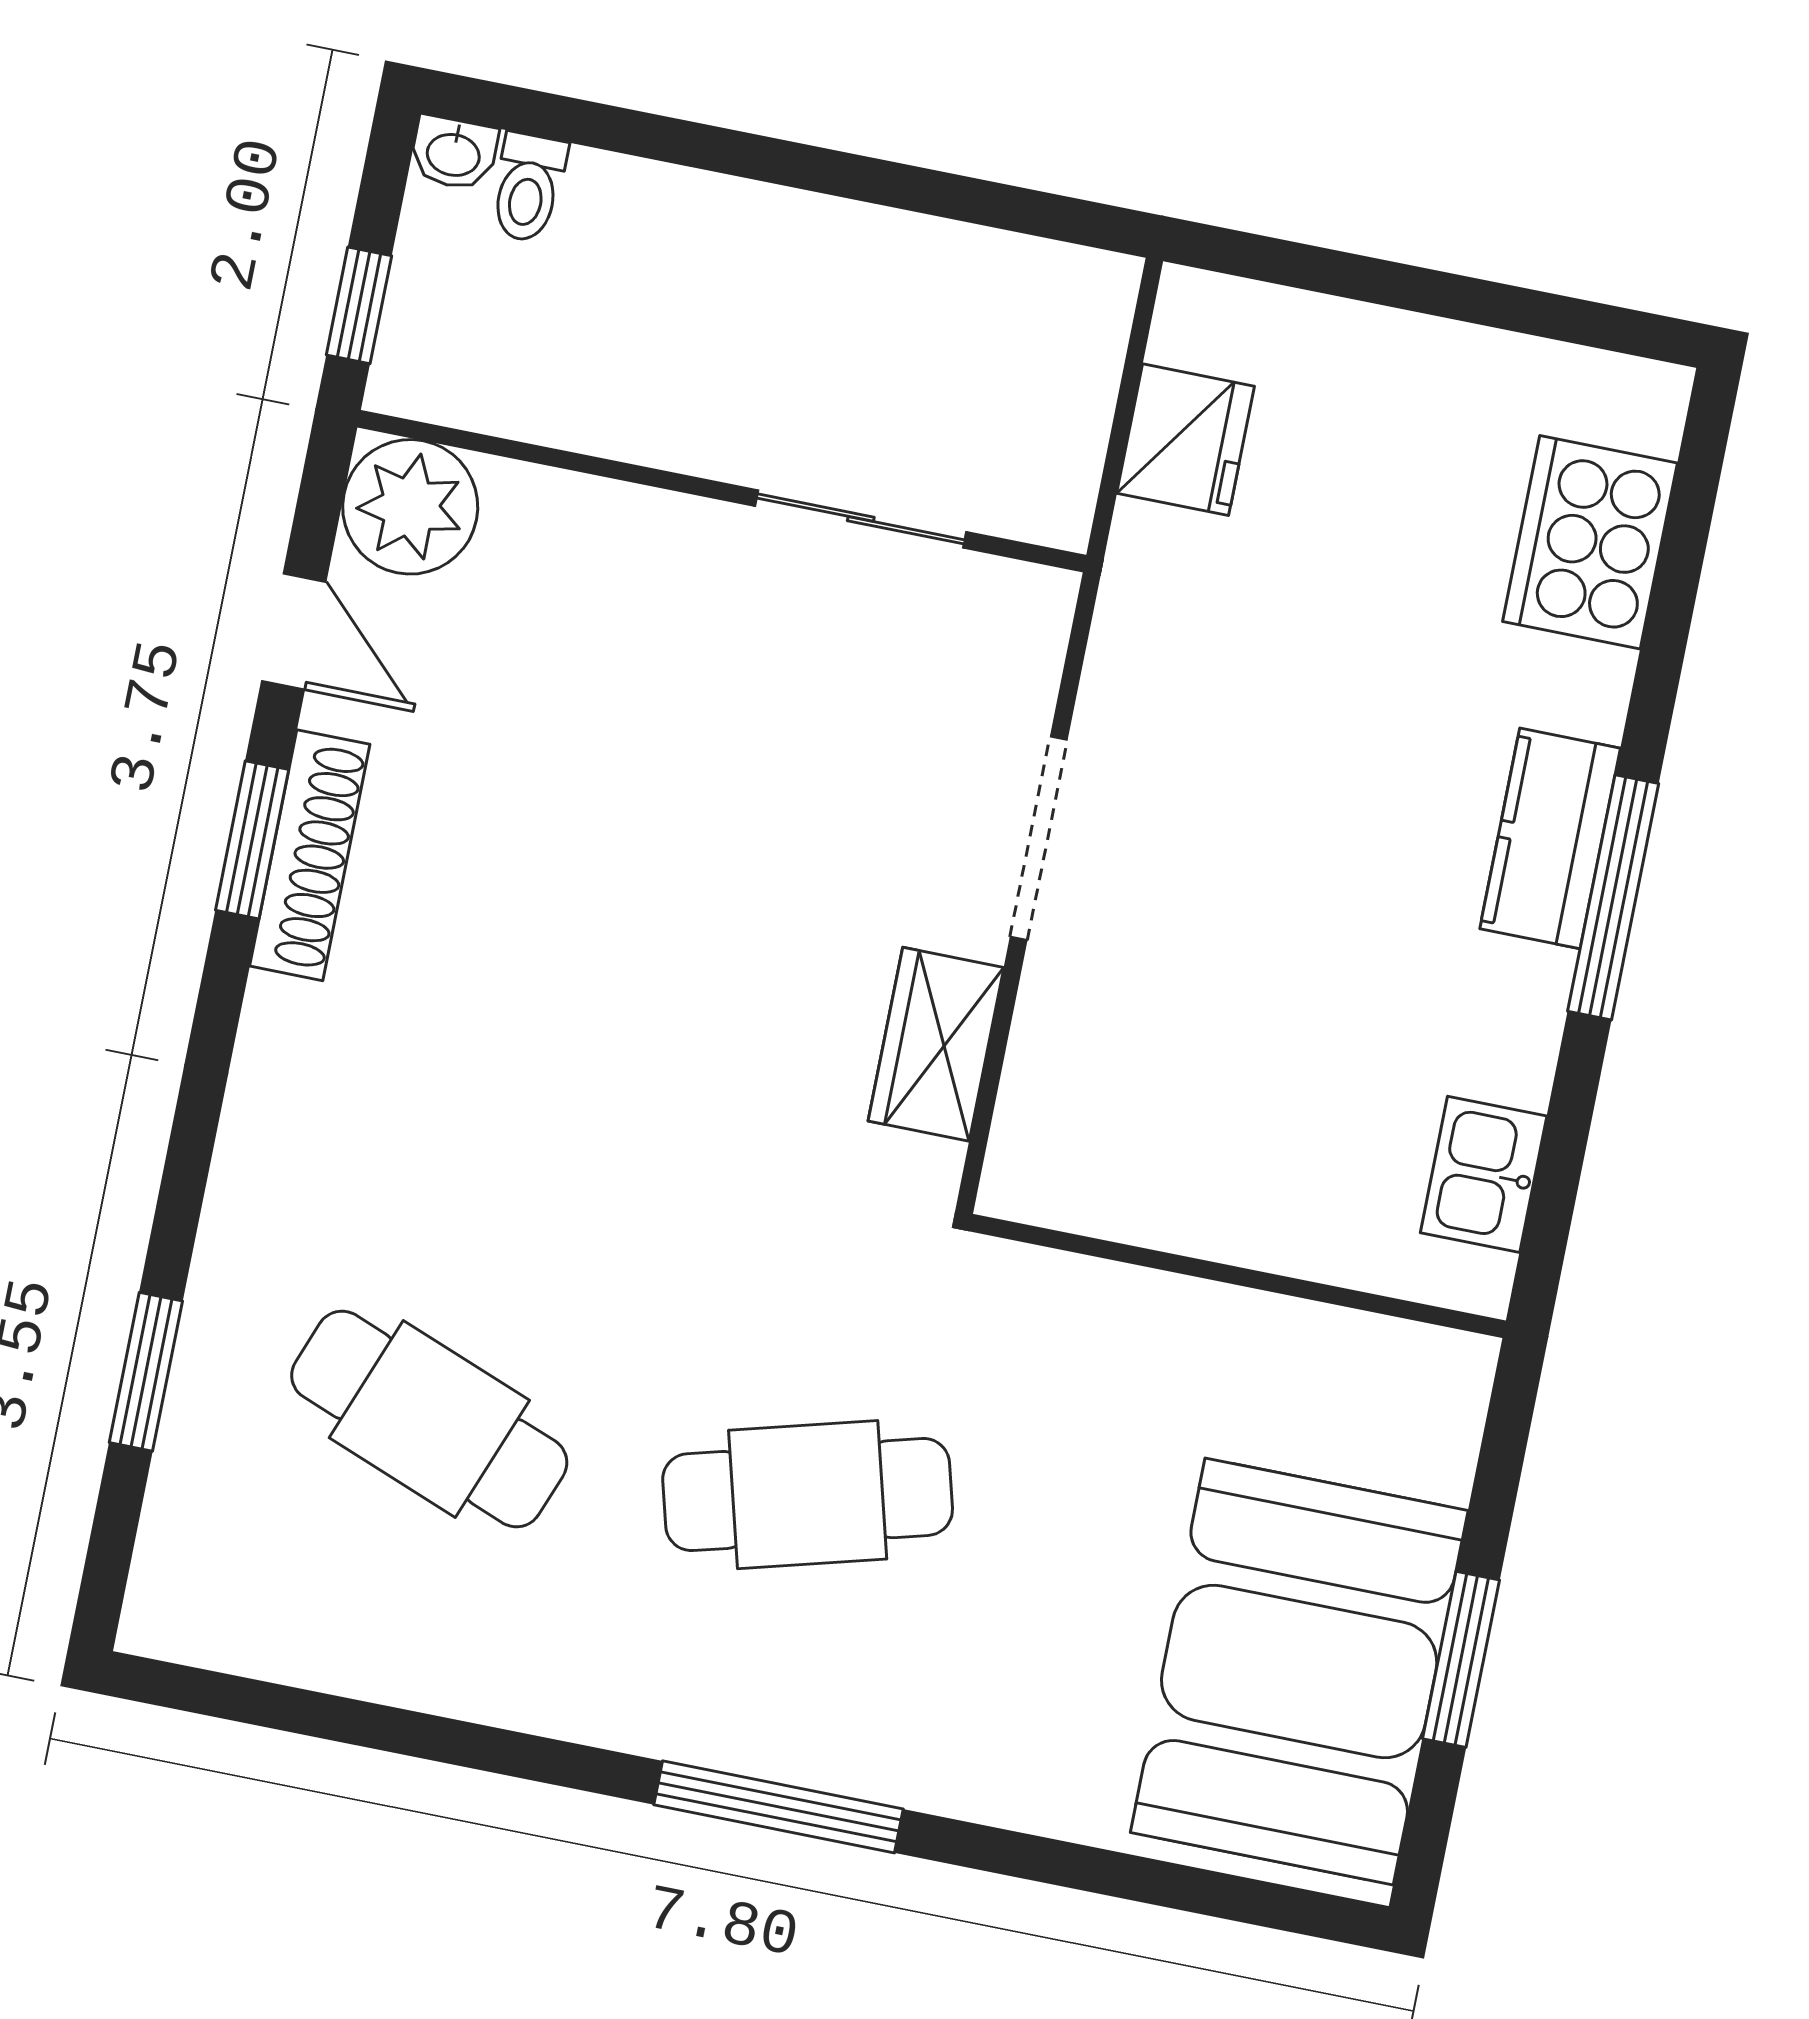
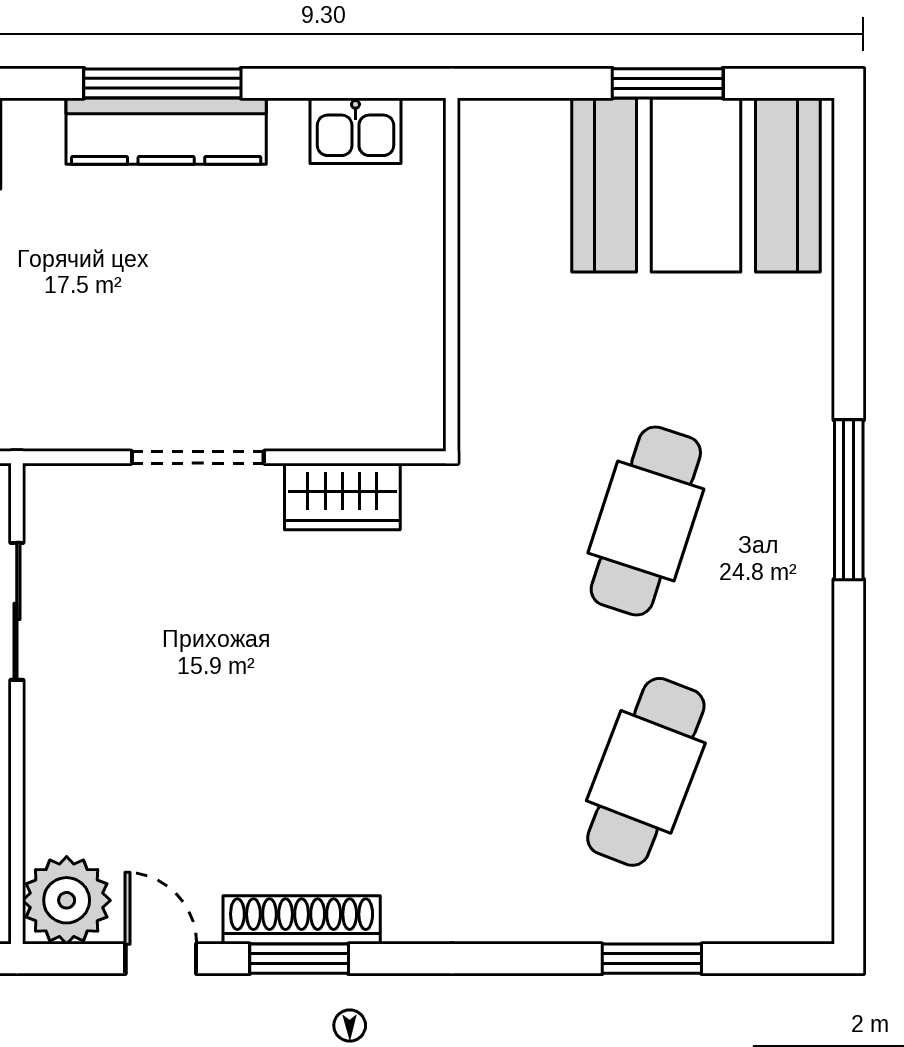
door: (294, 631) -> (161, 959), hinge flipped
kitchen counter: (1550, 838) -> (166, 131), width x1.50
cafe table: (808, 1495) -> (646, 521), turned 33

